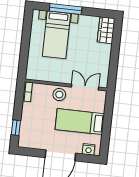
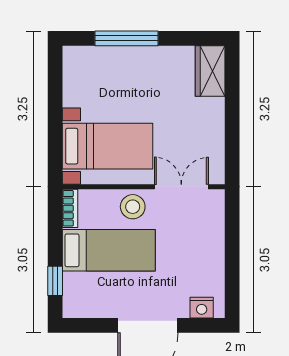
bed with nightstands: (56, 35) -> (107, 146), moved, turned -90
bed: (80, 122) -> (109, 250), moved, turned 180

